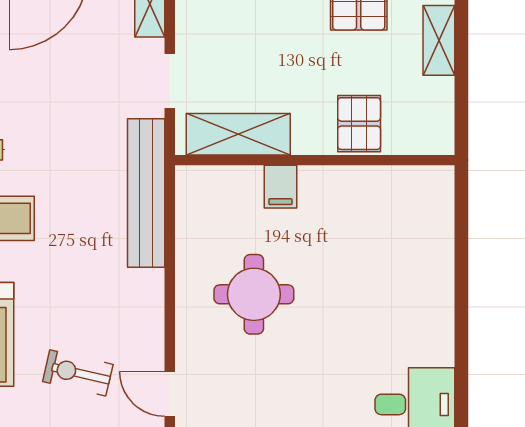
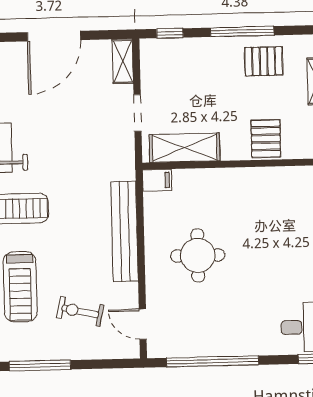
filing cabinet: (280, 187) -> (157, 180), moved, turned -90
bench: (146, 193) -> (124, 231), moved

